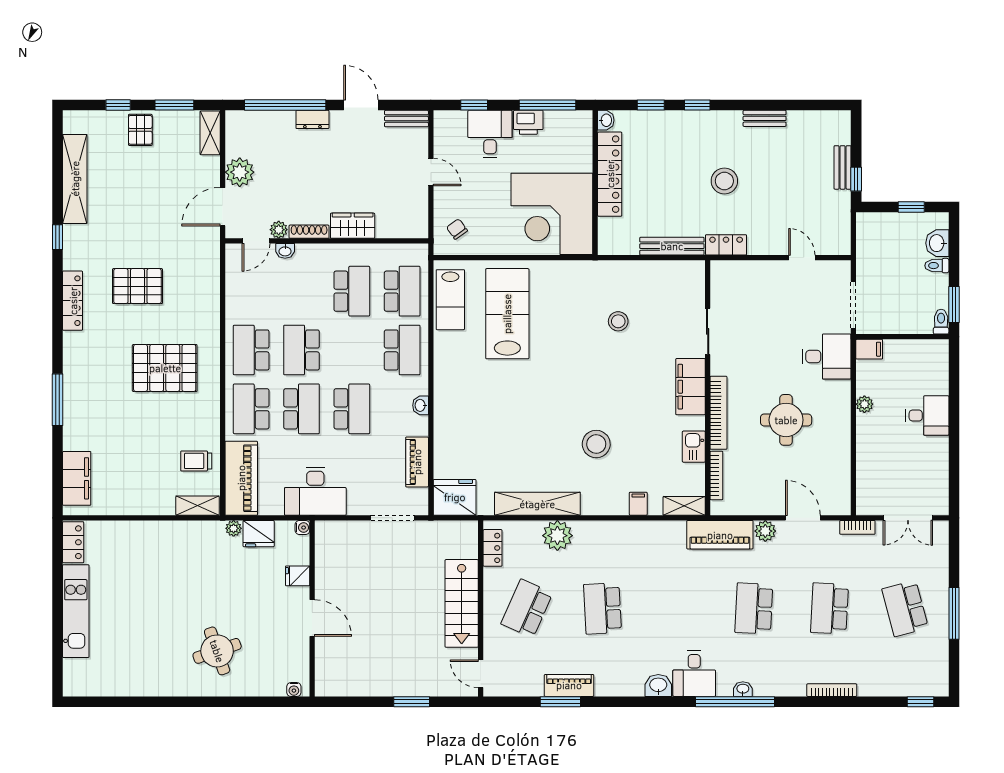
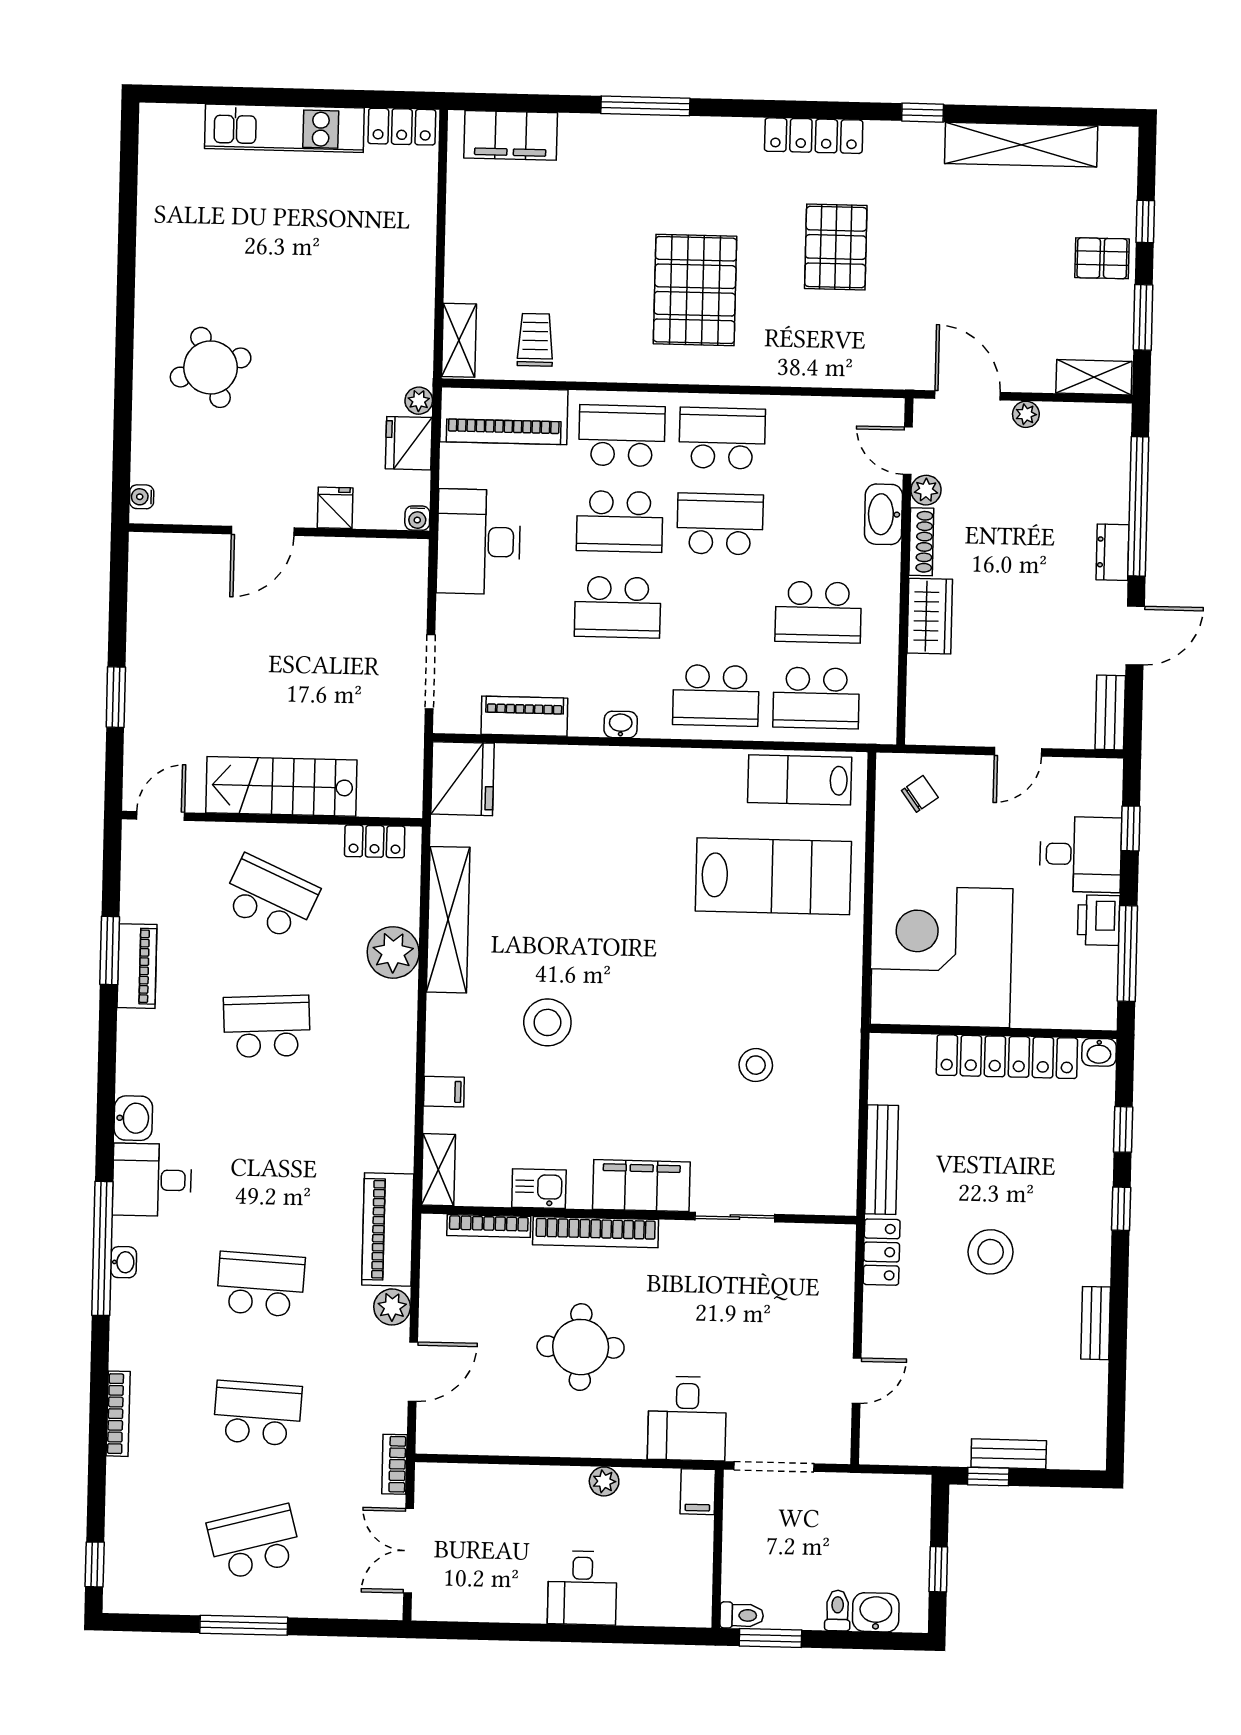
plant: (240, 172) -> (1026, 414), width x0.53, depth x0.53
washbasin: (285, 251) -> (883, 514), width x1.91, depth x1.45

